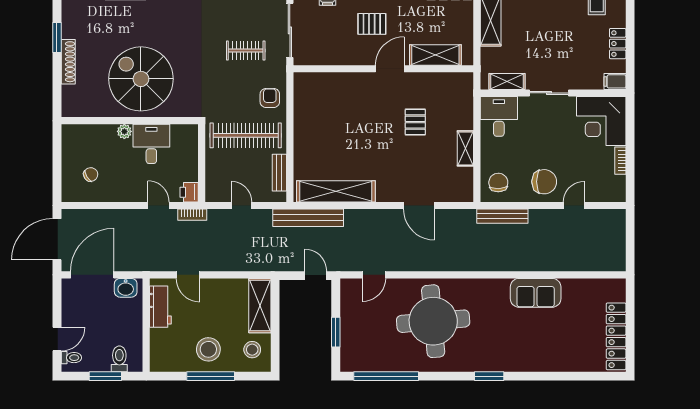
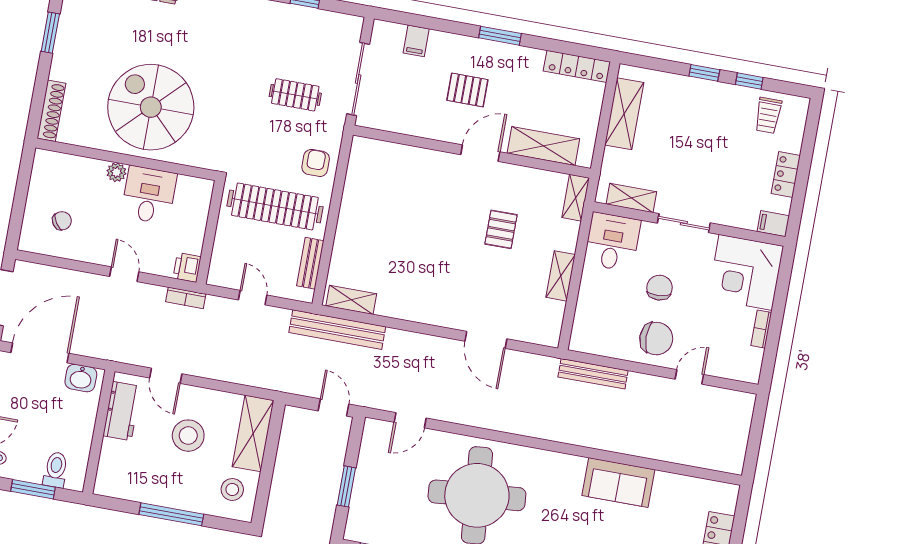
shoe rack: (68, 62) -> (51, 111), moved
shelving: (466, 89) -> (576, 198), added
chair: (498, 183) -> (659, 288), moved
shelving: (336, 191) -> (351, 300), width x0.45, depth x0.75
door: (159, 206) -> (124, 274), moved
stool: (208, 349) -> (188, 436), moved

